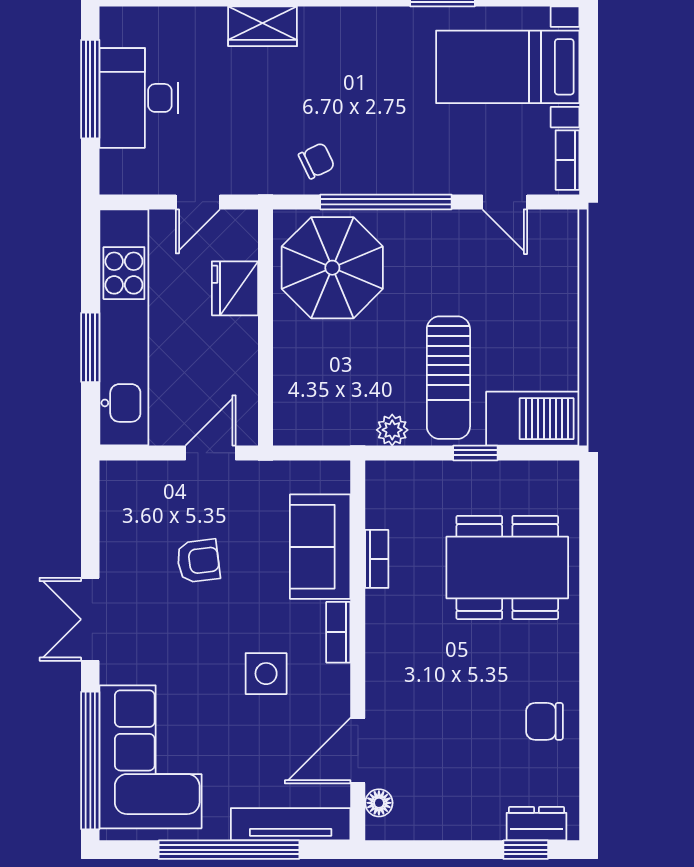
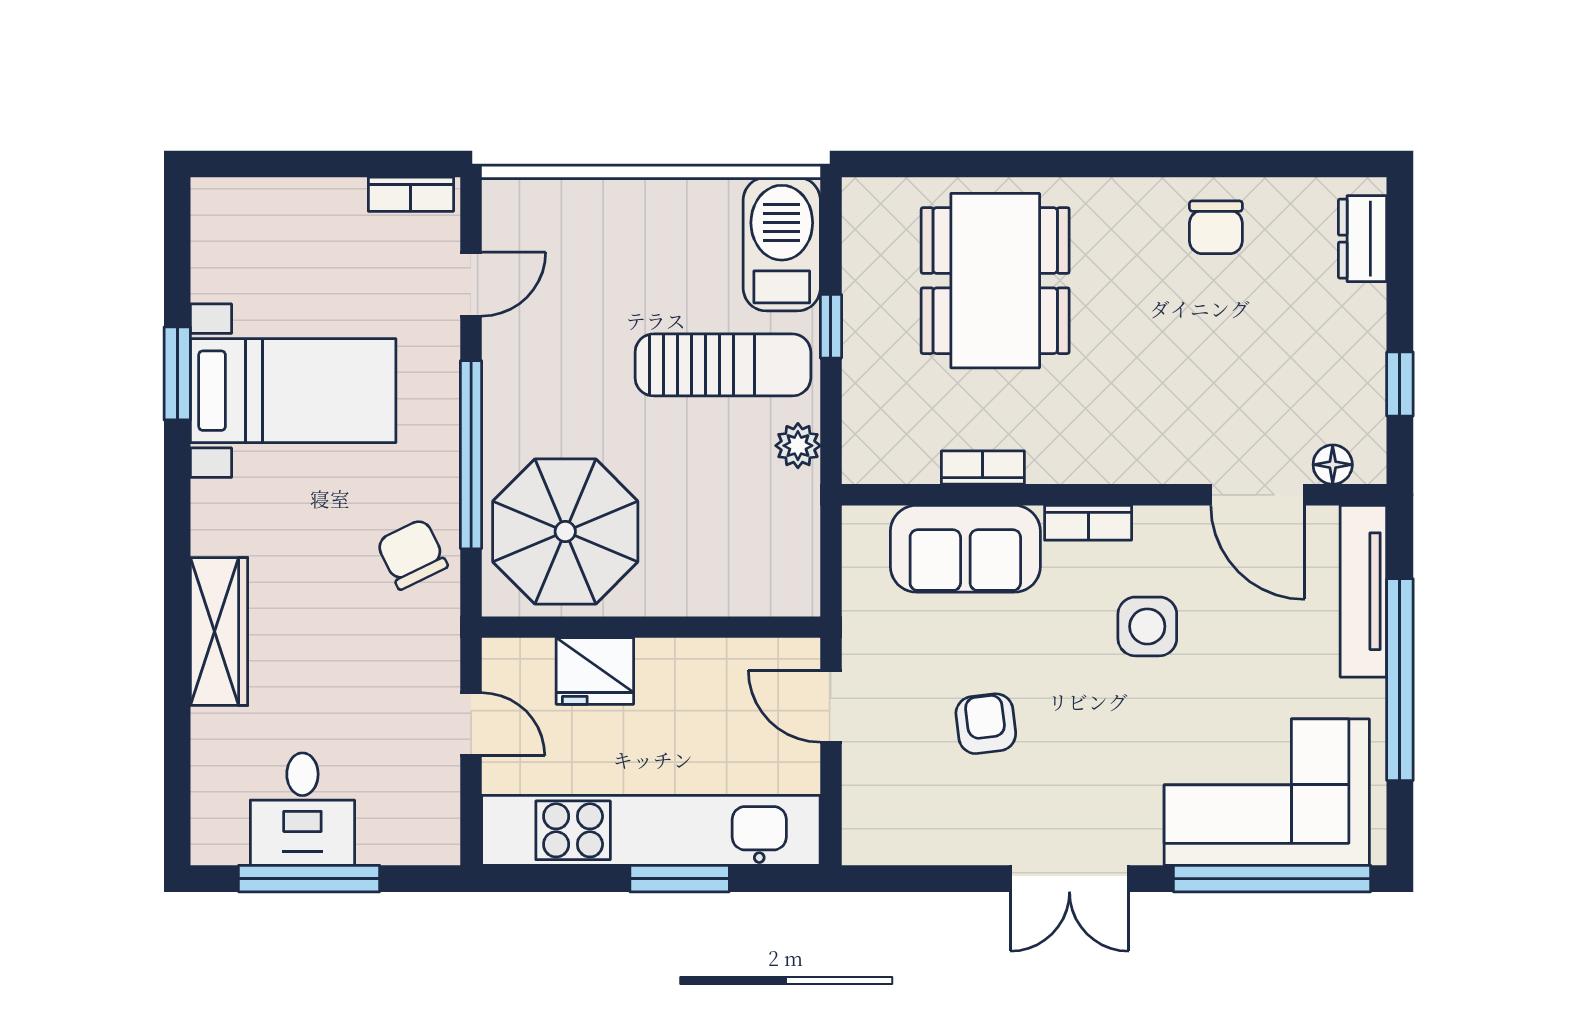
wardrobe: (263, 26) -> (219, 631), width x1.50
bed with nightstands: (508, 67) -> (293, 391), moved, turned -90
desk: (139, 98) -> (302, 809), width x0.73
chair: (317, 161) -> (412, 554), width x1.37, depth x1.37
window: (526, 850) -> (1400, 384), moved

